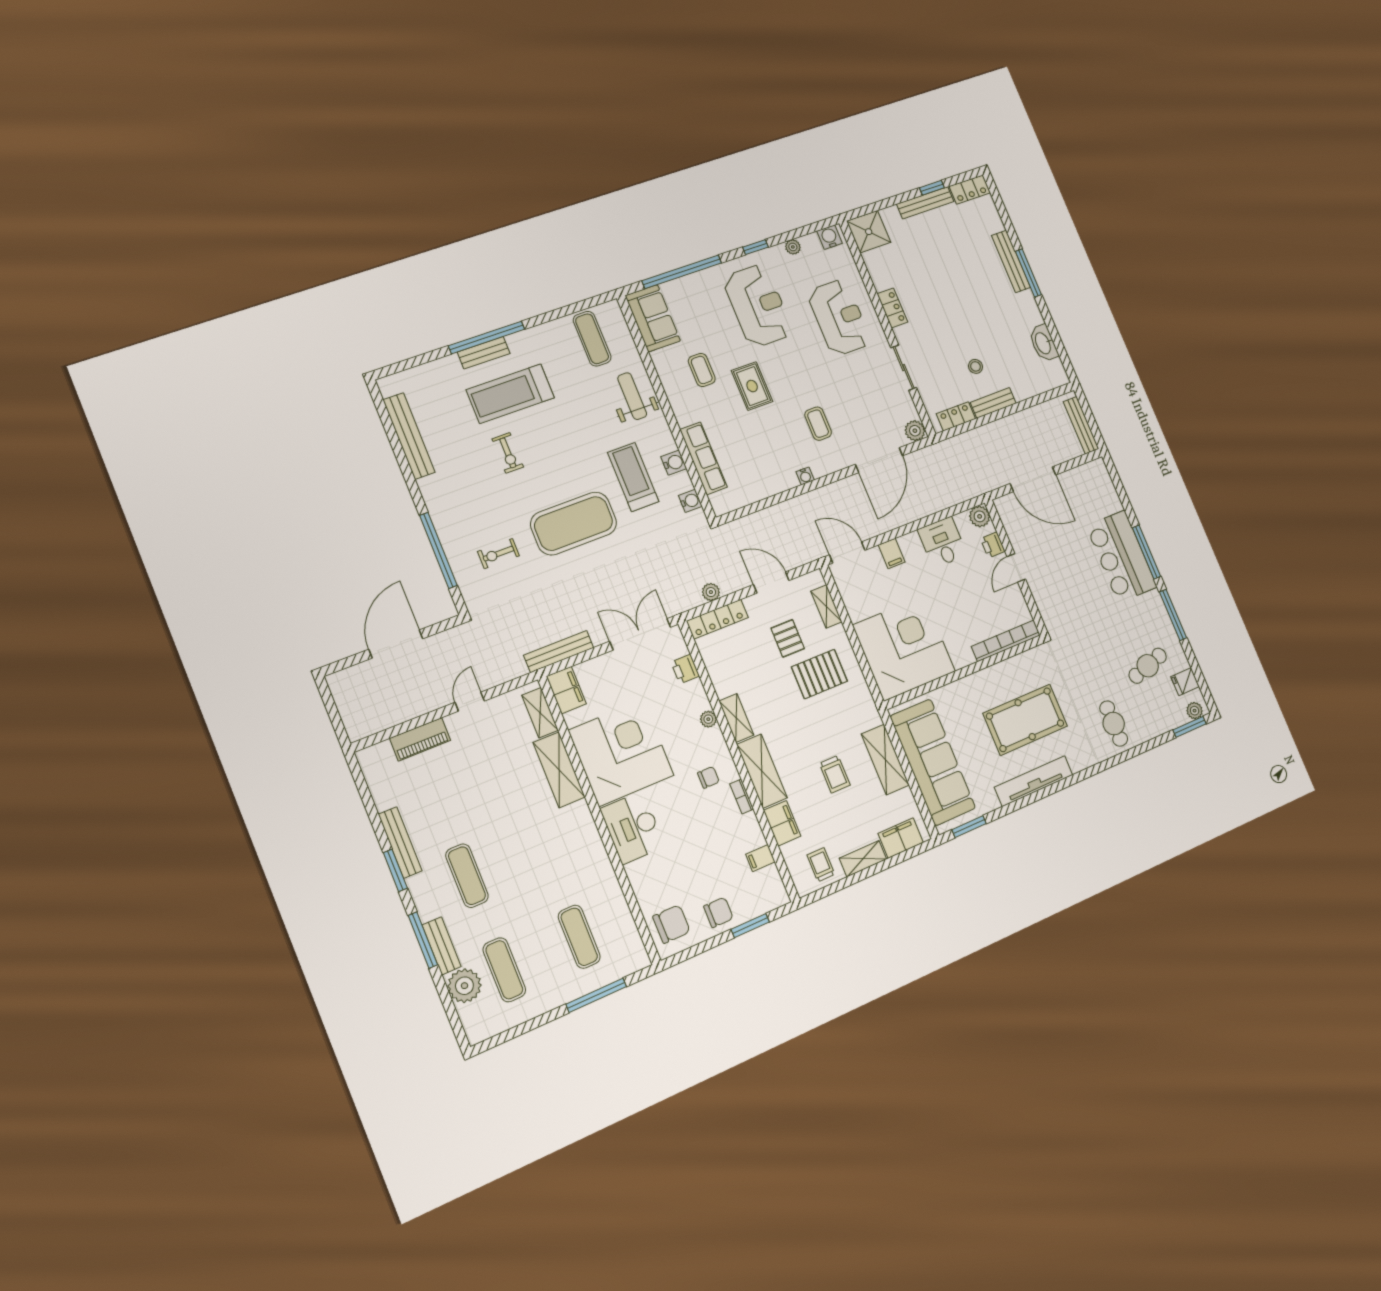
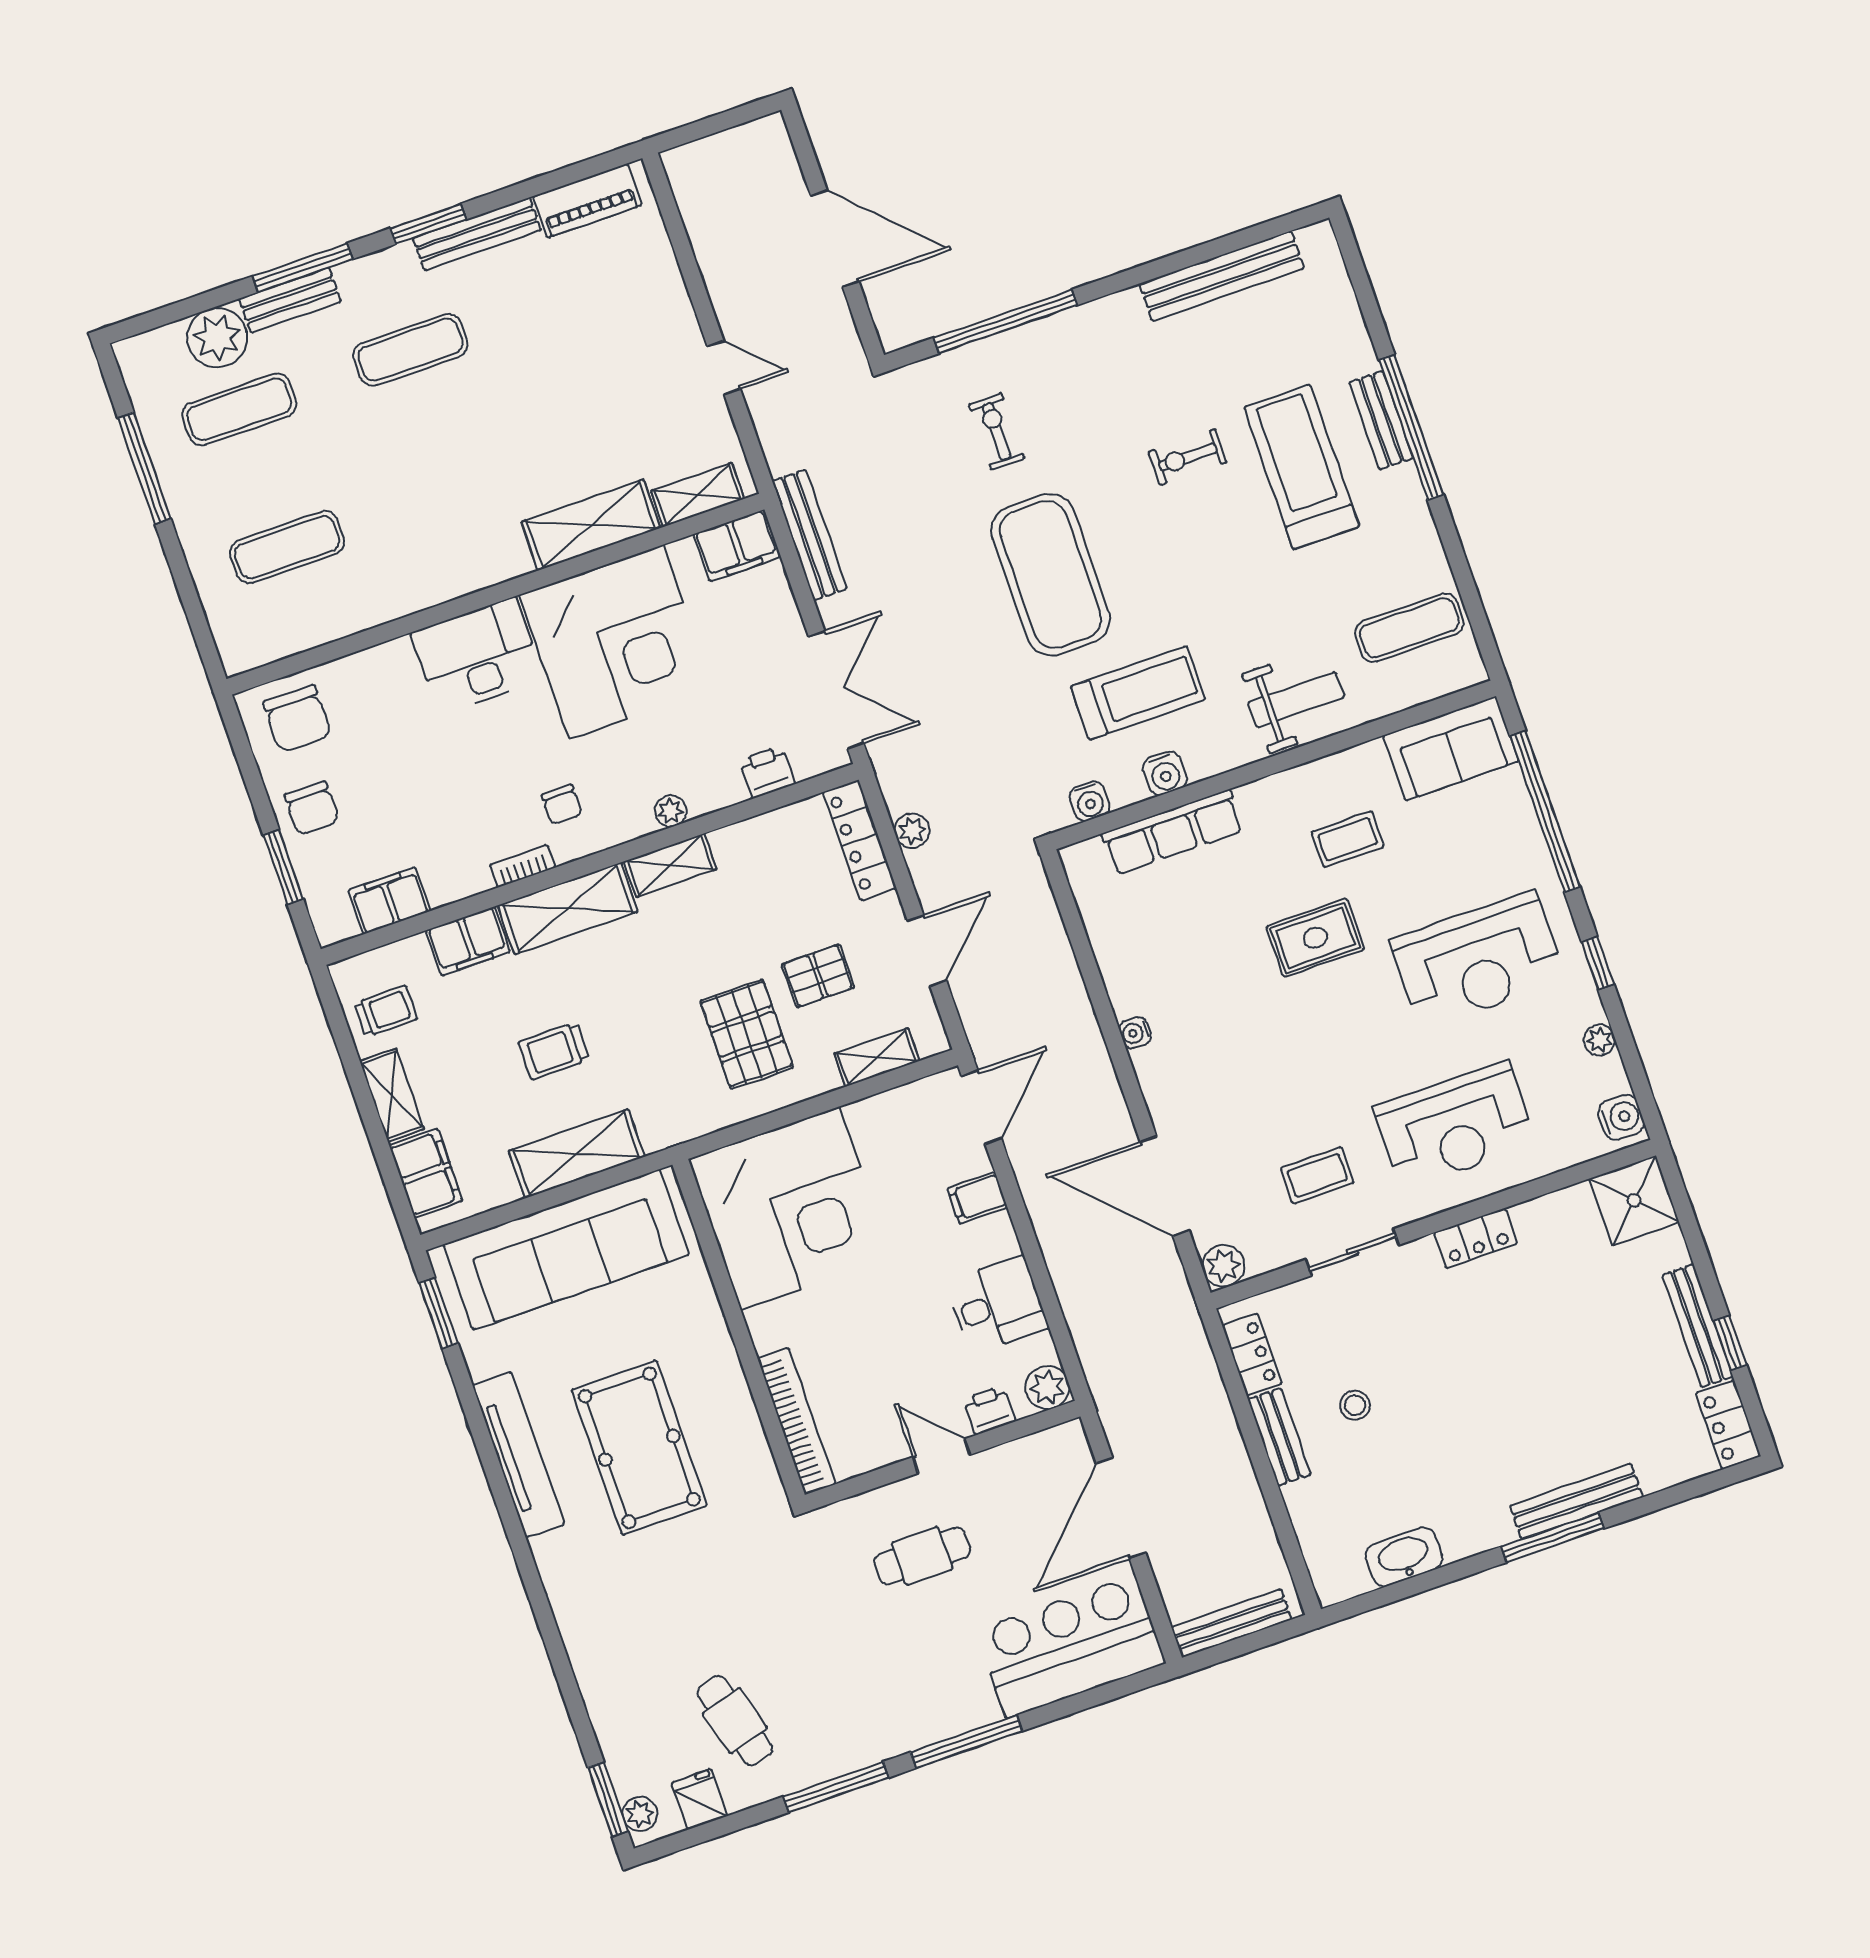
coffee table: (818, 424) -> (1317, 1175), moved
bar counter: (1121, 556) -> (1071, 1647), moved
cafe table: (1114, 724) -> (922, 1556), moved
piano: (420, 739) -> (587, 201), moved, turned -90
filing cabinet: (760, 858) -> (389, 901), width x2.00
window: (596, 995) -> (144, 468), moved

